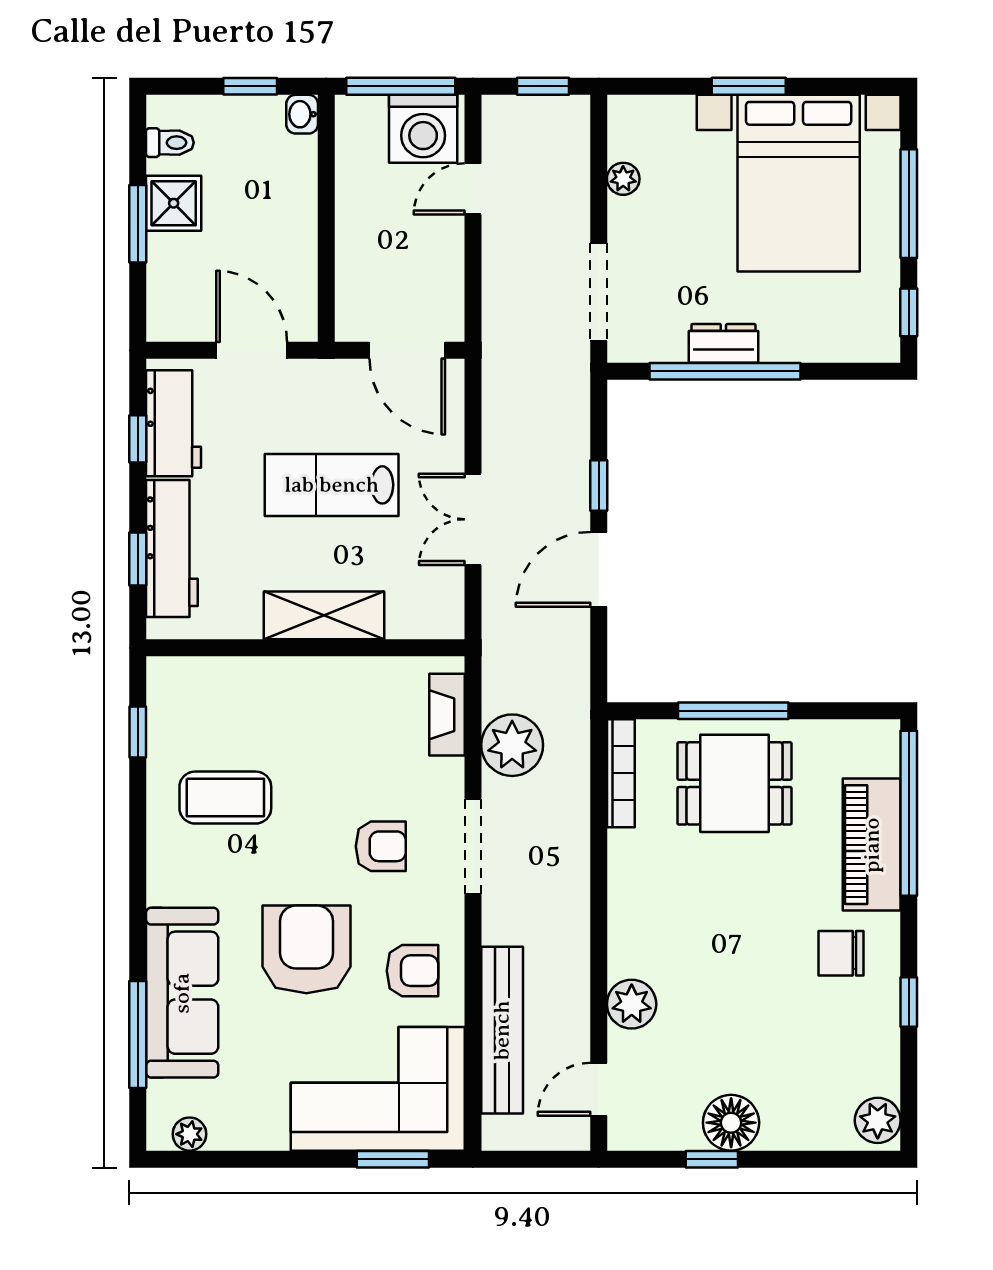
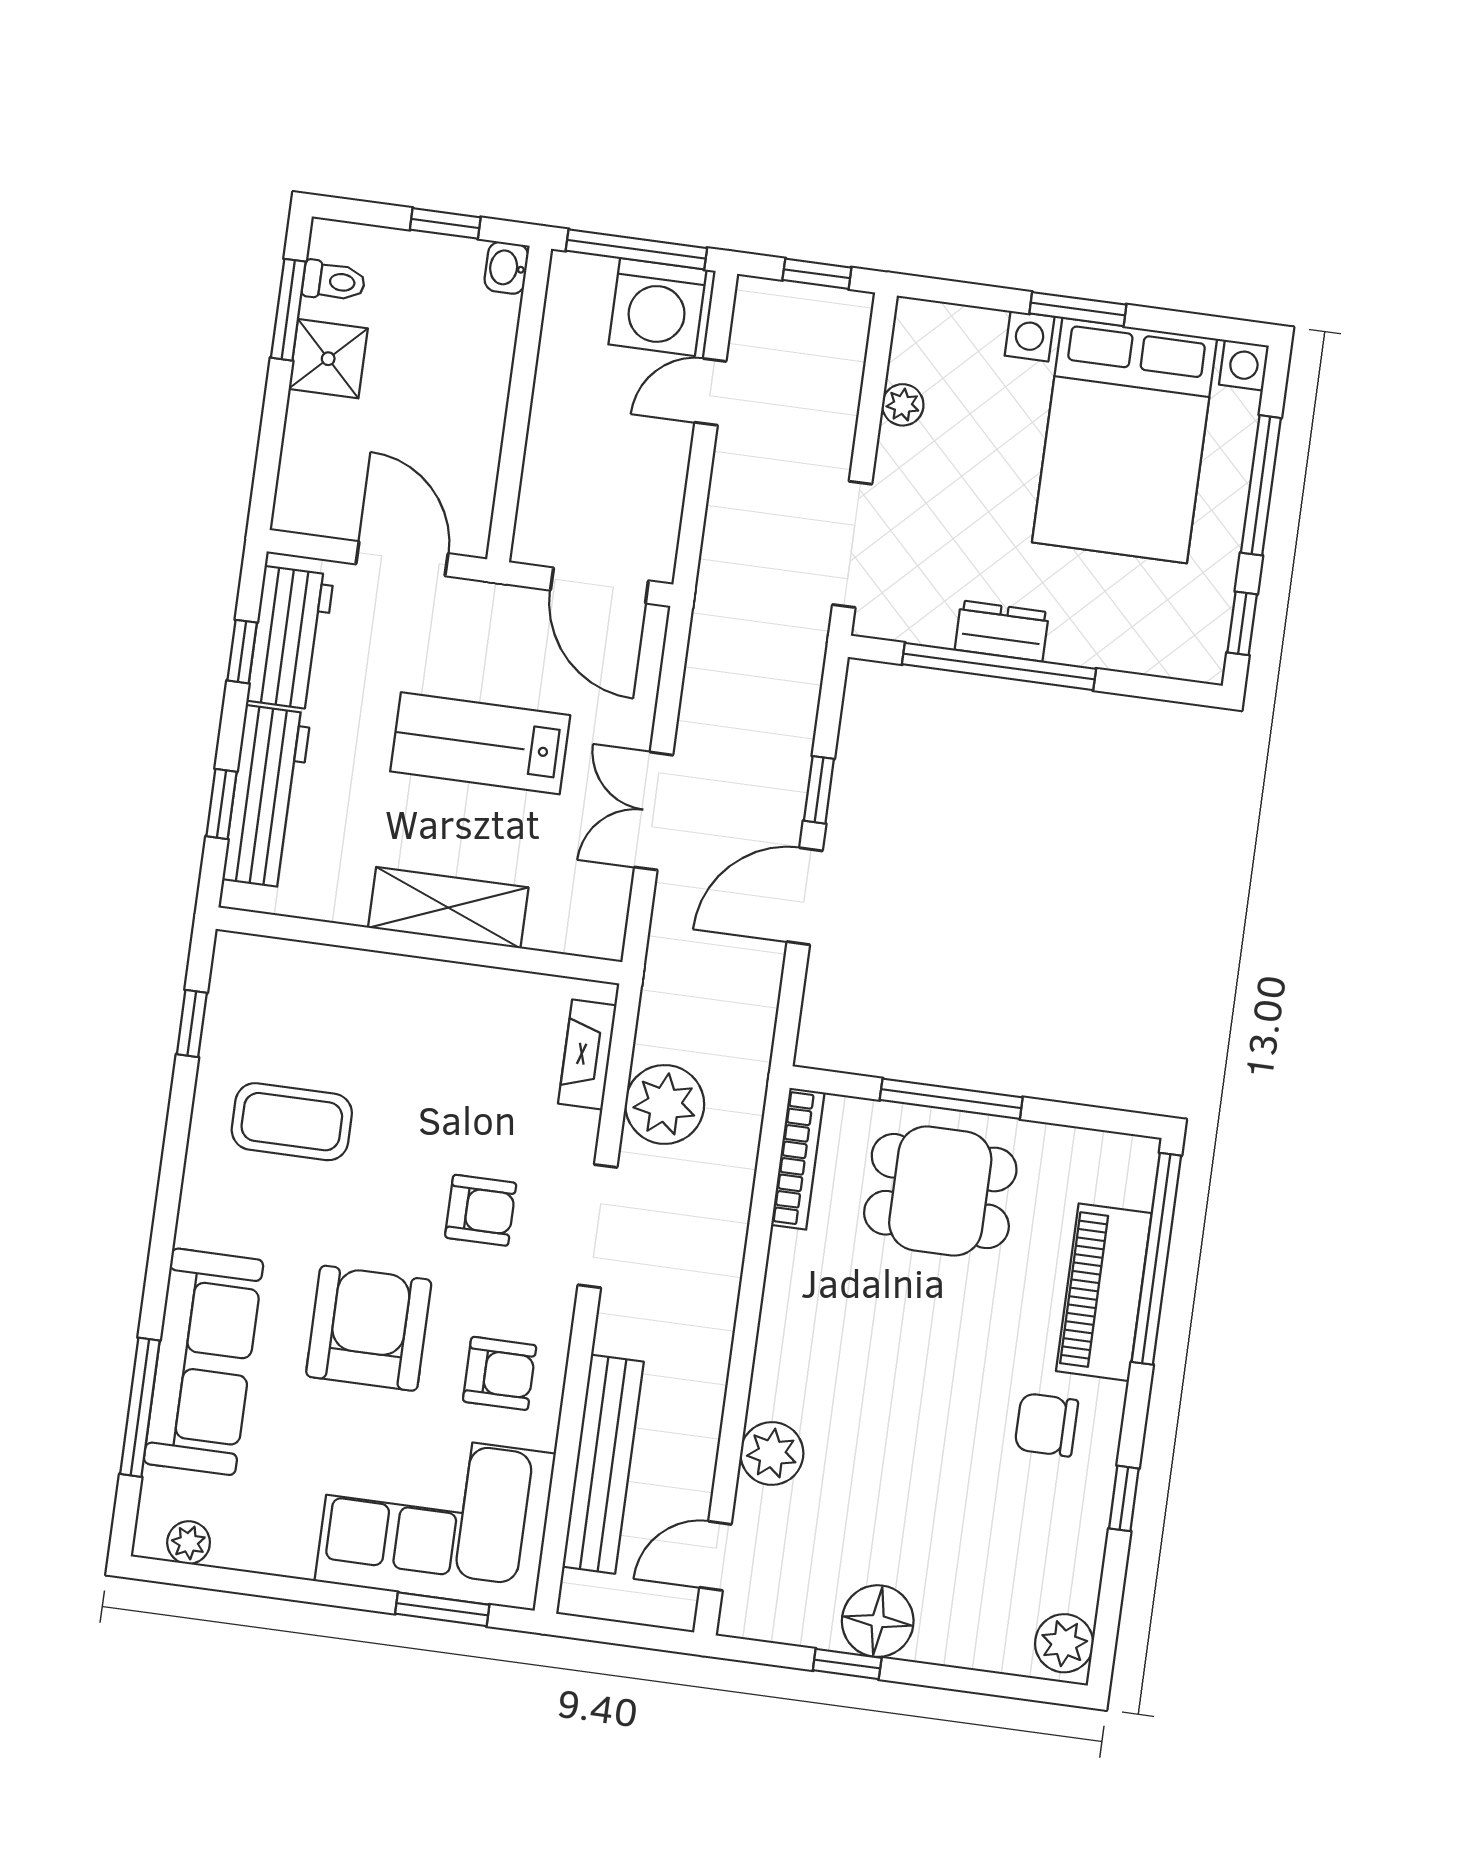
window: (138, 224) -> (288, 310), moved

